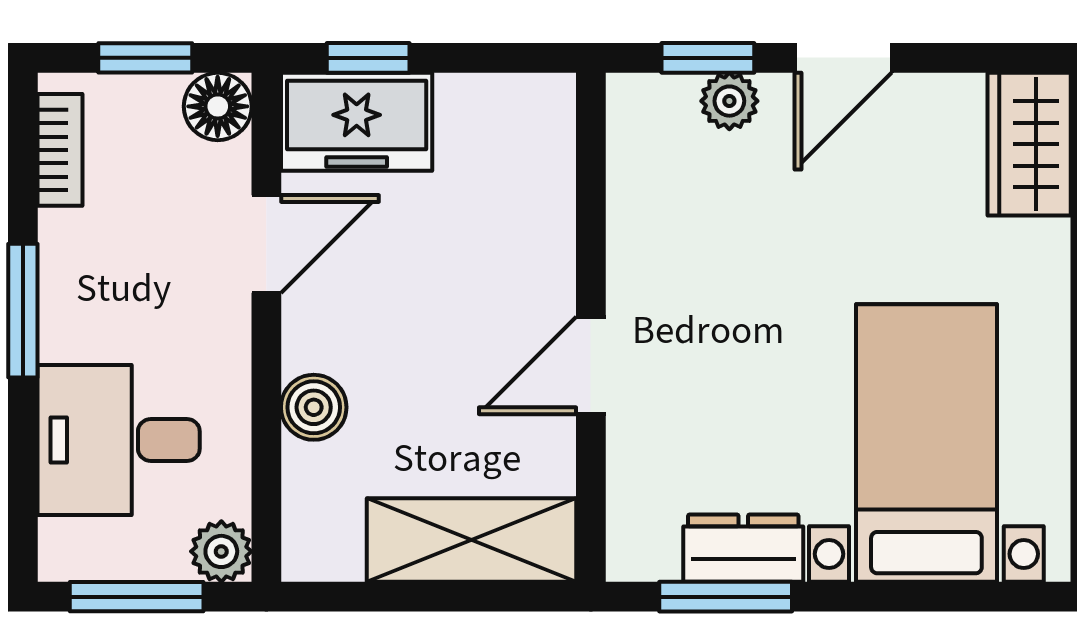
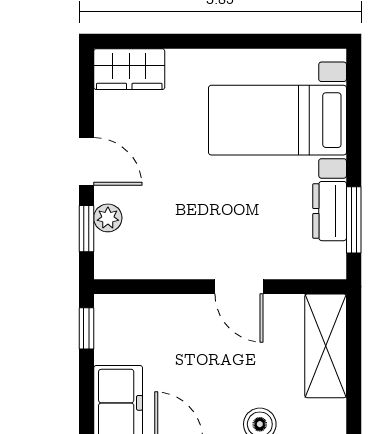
window: (368, 58) -> (86, 328), moved

